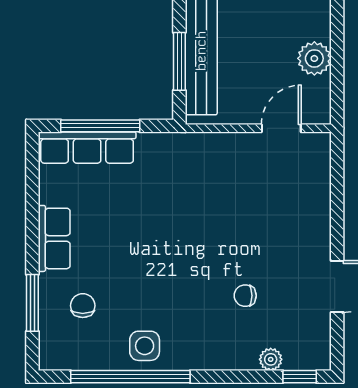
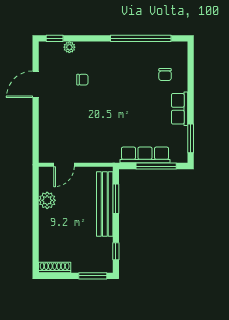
row of seats: (87, 148) -> (145, 155), moved
window: (32, 303) -> (191, 138), moved
side table: (145, 346) -> (134, 54), removed

